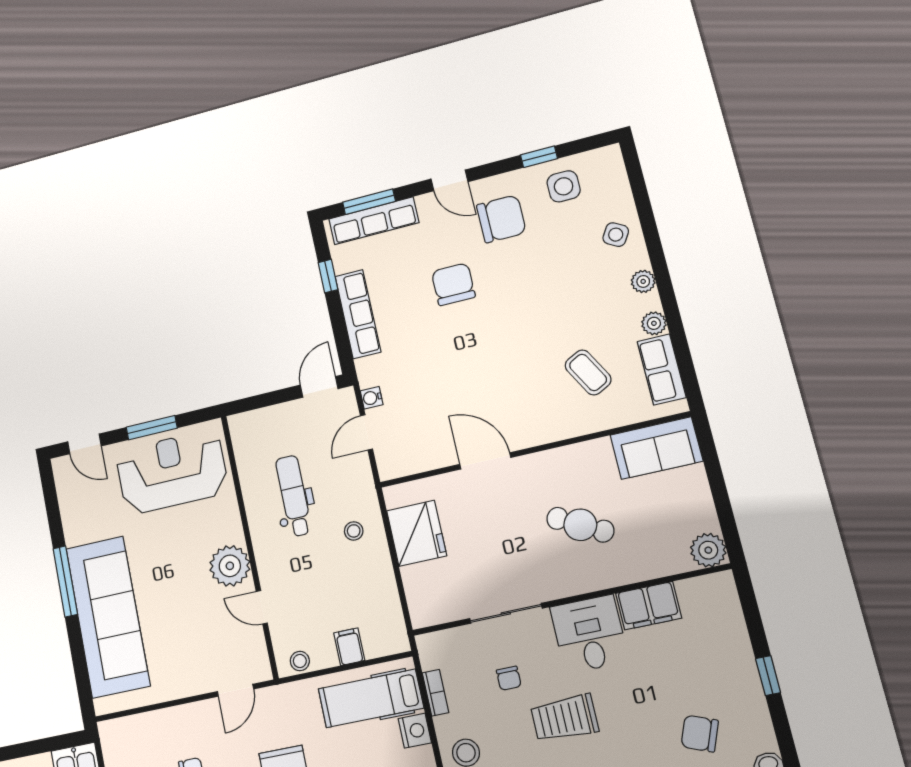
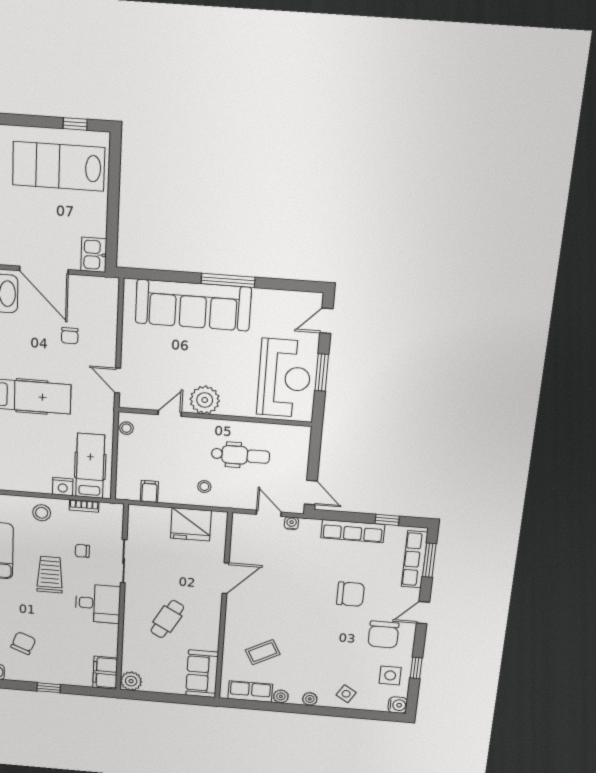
water cooler: (609, 159) -> (398, 705), added
filing cabinet: (649, 606) -> (105, 673), moved
filing cabinet: (349, 647) -> (149, 491), moved, turned -90

